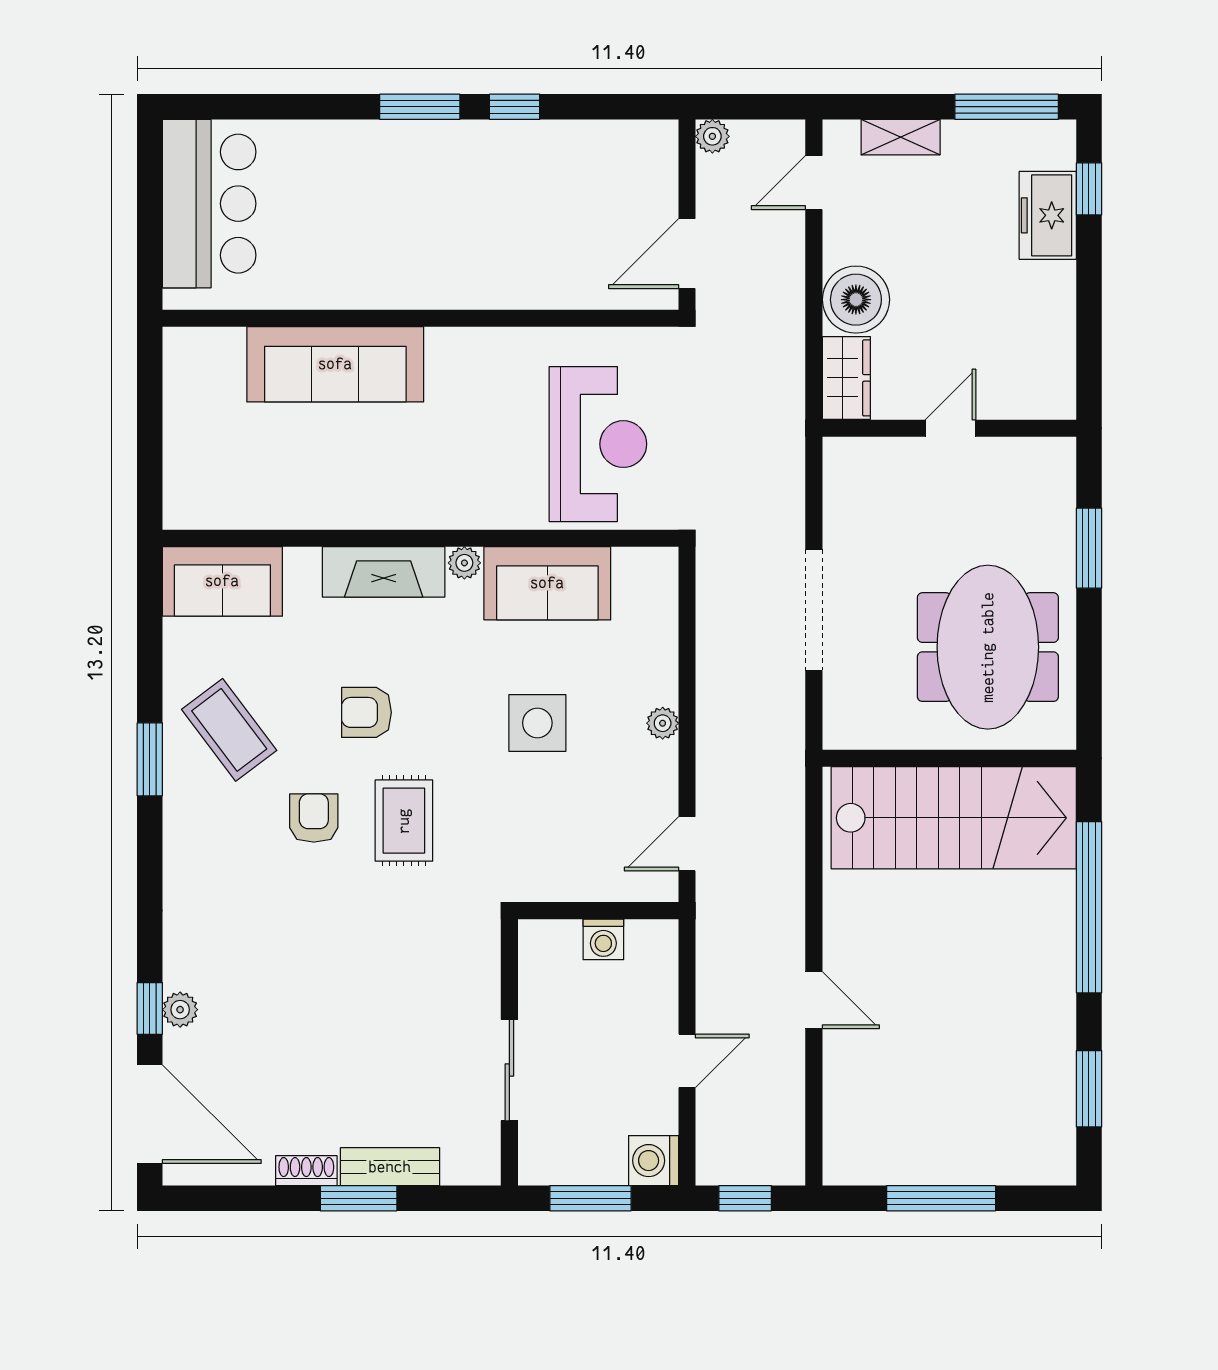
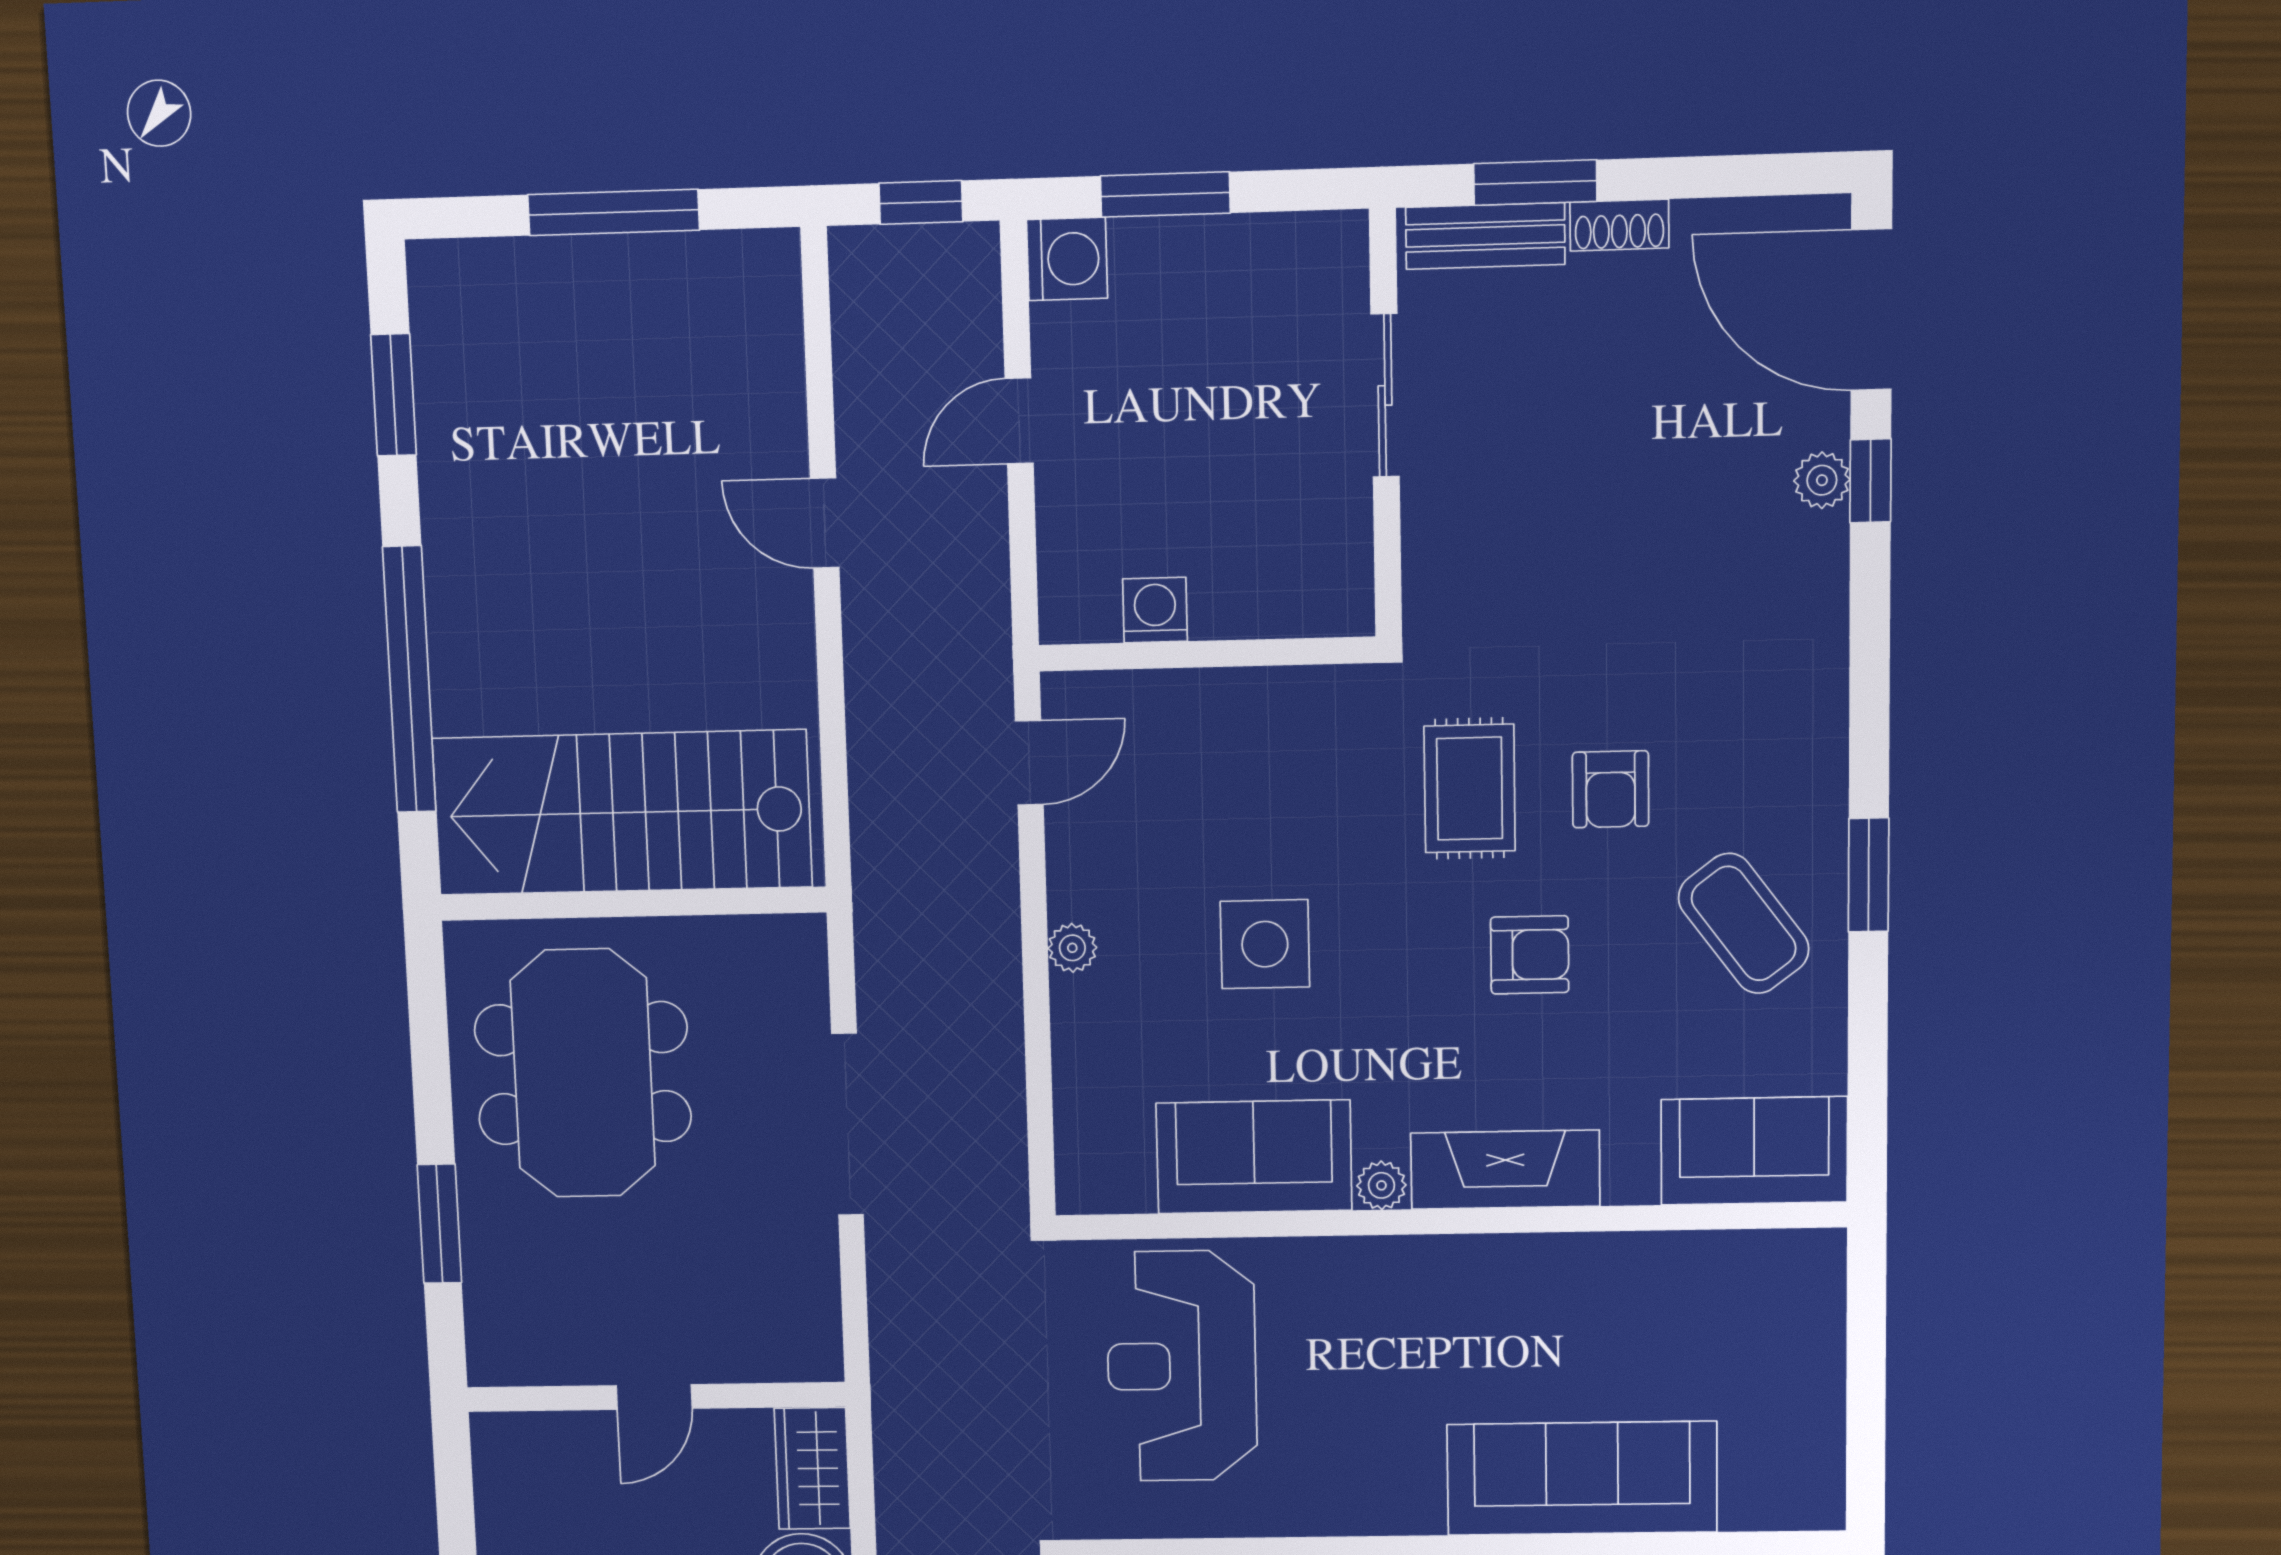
wall: (509, 1052) -> (1385, 424), moved
sliding door: (509, 1070) -> (1385, 395), moved

